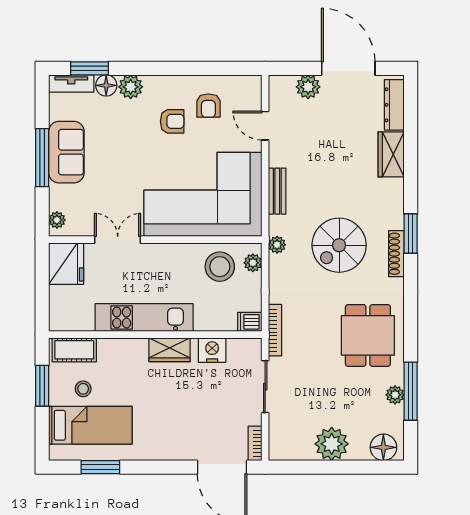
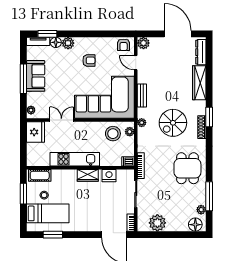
plant: (308, 87) -> (143, 43), moved
armchair: (208, 106) -> (124, 45), moved
wardrobe: (391, 154) -> (199, 83), width x1.50
plant: (395, 395) -> (201, 210), moved
plant: (332, 444) -> (157, 223), moved

